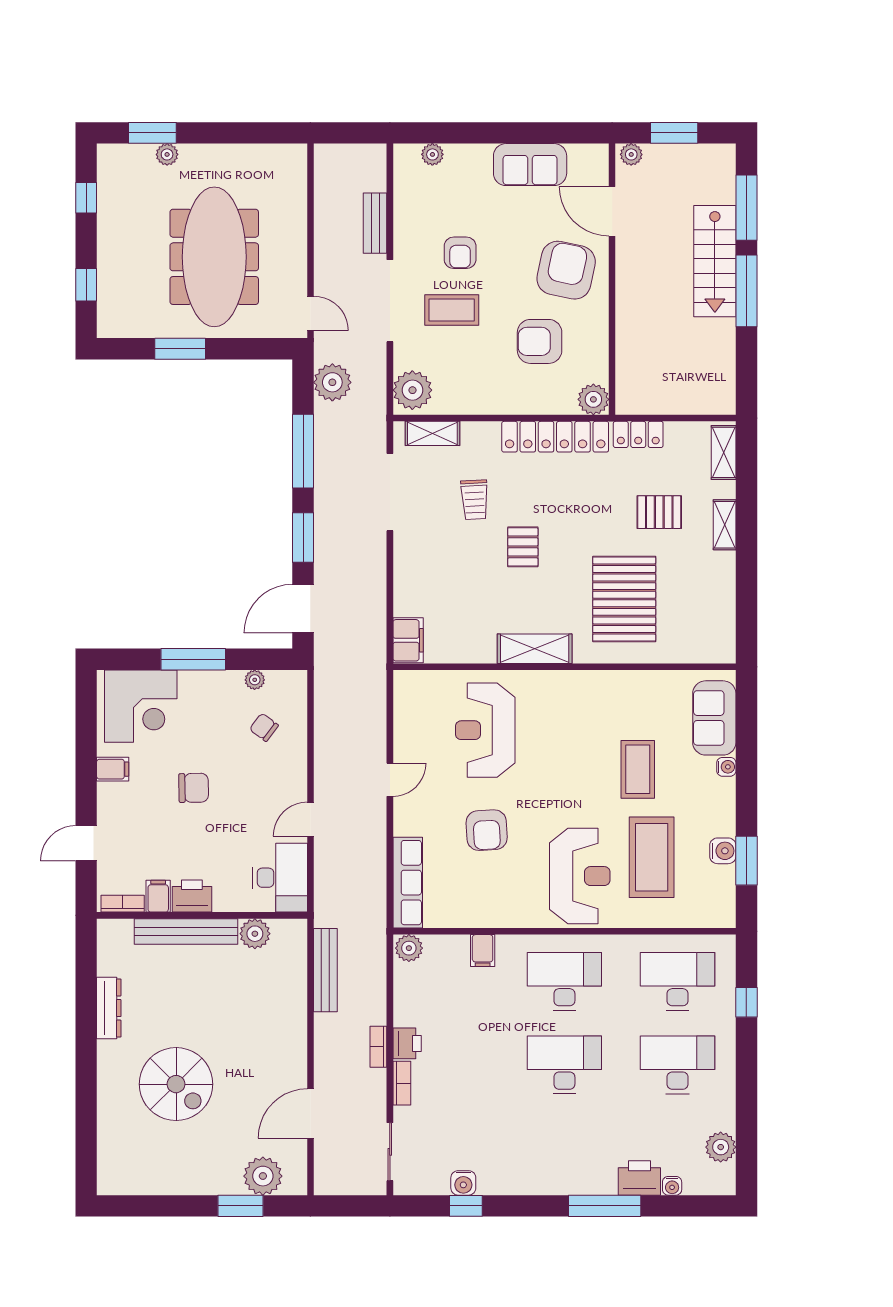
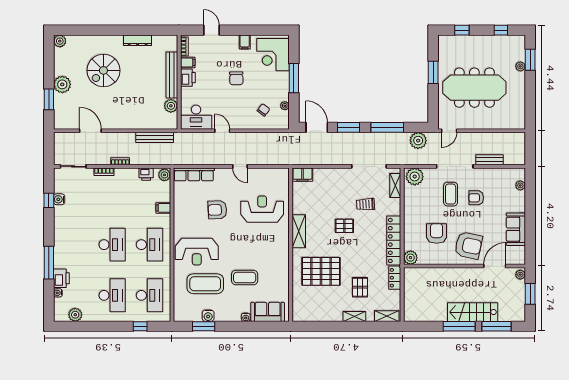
printer: (407, 1043) -> (146, 174), moved
plant: (263, 1176) -> (62, 84), moved
plant: (111, 1181) -> (60, 41), added

